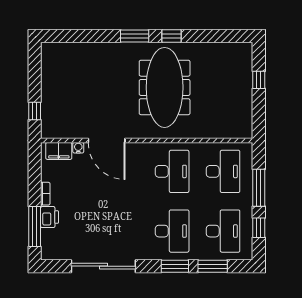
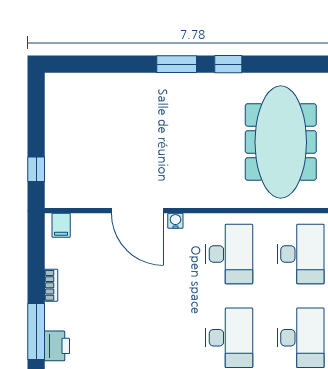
meeting table: (165, 87) -> (281, 142), moved
water cooler: (78, 148) -> (175, 221), moved
filing cabinet: (59, 151) -> (61, 225), width x0.50
printer: (50, 217) -> (57, 346), moved

